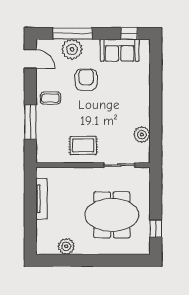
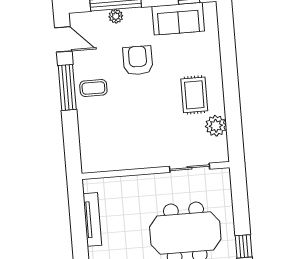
plant: (72, 49) -> (116, 16), width x0.53, depth x0.53
window: (30, 122) -> (67, 87), moved
rug: (83, 145) -> (194, 95), moved, turned 90

